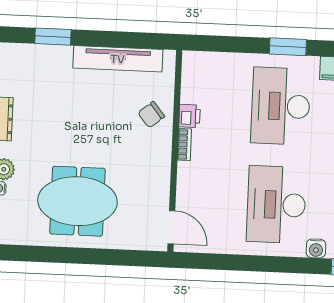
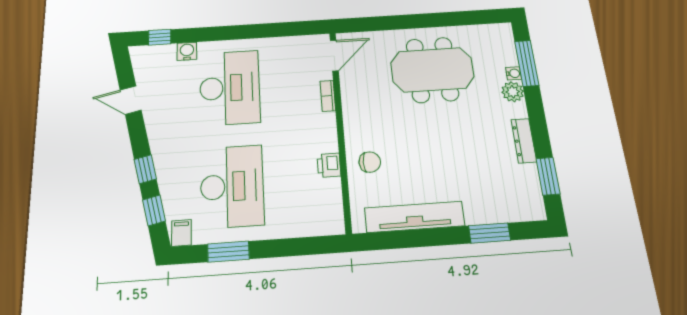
chair: (151, 115) -> (370, 162), turned 39
bookcase: (184, 145) -> (328, 96), moved
door: (171, 227) -> (334, 56), swing flipped

